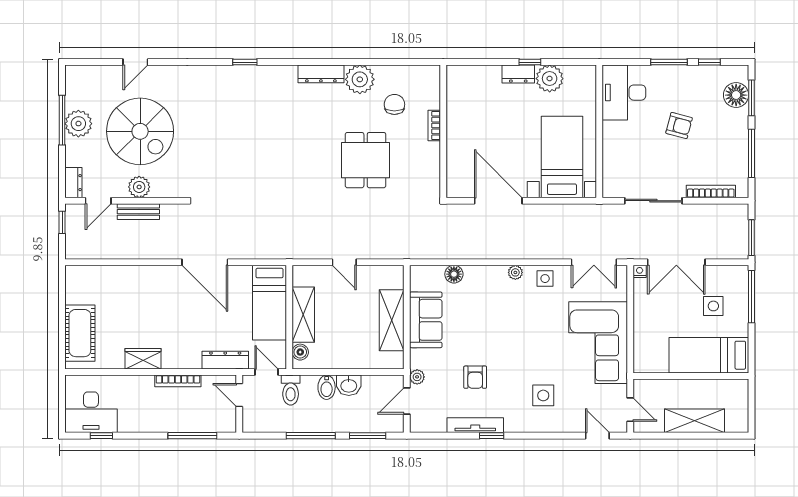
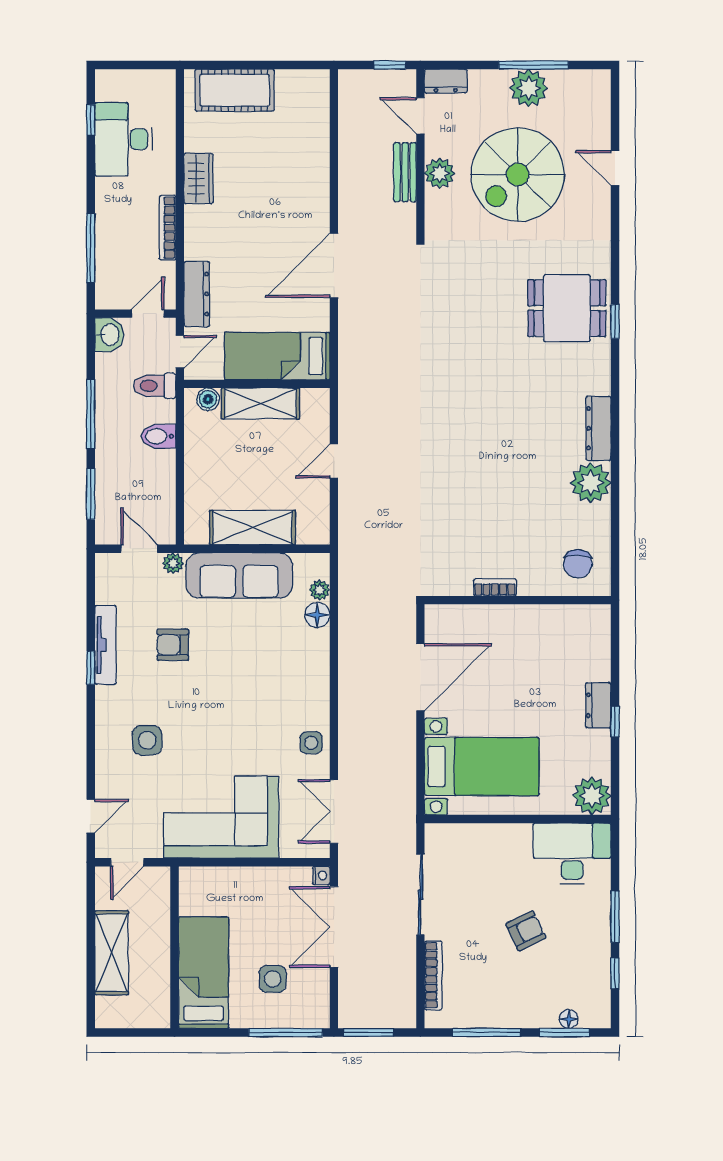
plant: (550, 79) -> (592, 796), moved
floor lamp: (736, 95) -> (569, 1019), width x0.53, depth x0.53
chair: (394, 104) -> (578, 564), moved, turned 92
bookcase: (434, 125) -> (495, 587), moved
armchair: (679, 126) -> (526, 931), turned -131
dining table: (366, 160) -> (567, 308), moved
plant: (515, 272) -> (320, 590), moved
sofa: (426, 320) -> (239, 575), width x1.36
washbasin: (349, 385) -> (109, 335), moved, turned 180
desk: (91, 412) -> (124, 139), moved

